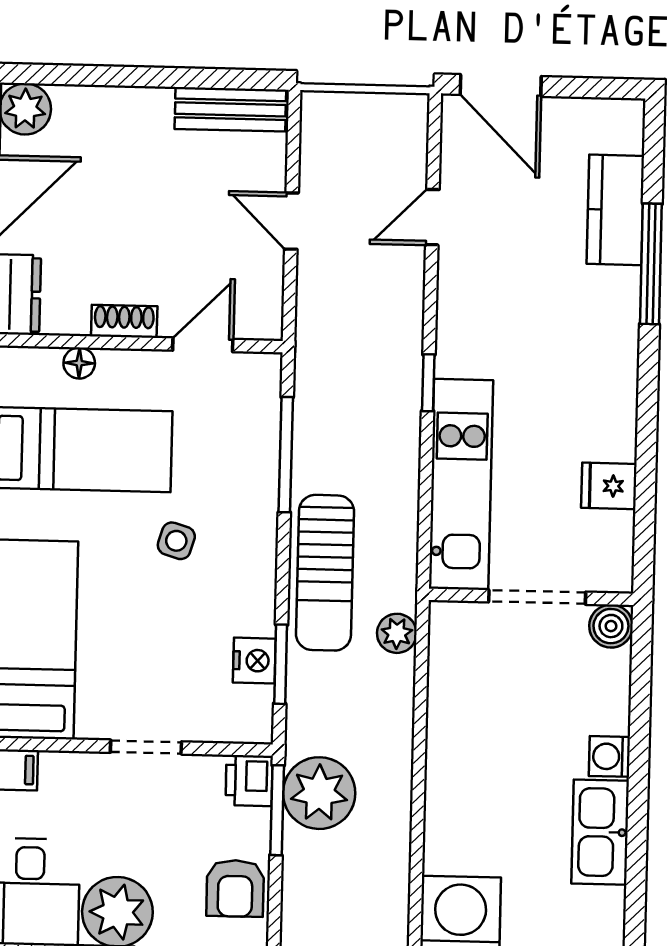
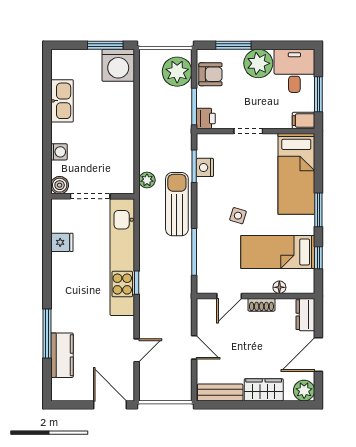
wardrobe: (124, 113) -> (264, 390), added
kitchen unit: (461, 484) -> (122, 257), width x1.36
washing machine: (609, 756) -> (59, 152), moved
plant: (319, 793) -> (177, 72), moved
armchair: (235, 888) -> (210, 74), turned 90

